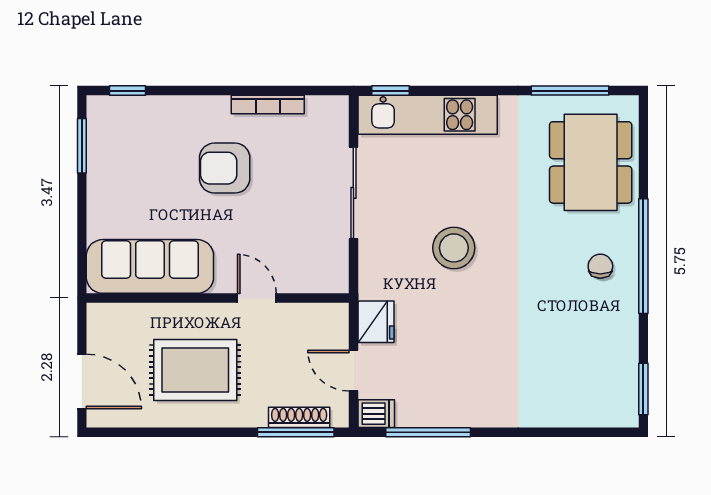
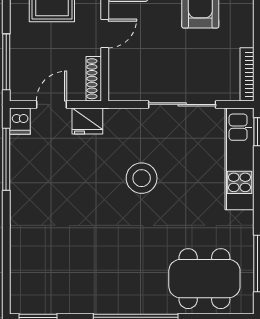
bookcase: (268, 104) -> (247, 74), moved
chair: (600, 266) -> (128, 286), removed
shoe rack: (299, 417) -> (94, 79), moved, turned 180

